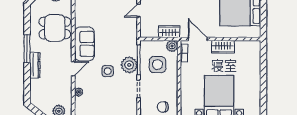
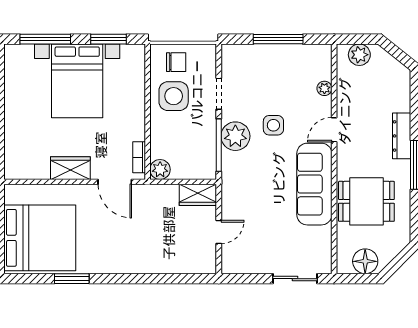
wardrobe: (169, 32) -> (198, 195), moved
sofa: (84, 44) -> (314, 184), width x1.36
side table: (158, 65) -> (174, 96), moved

